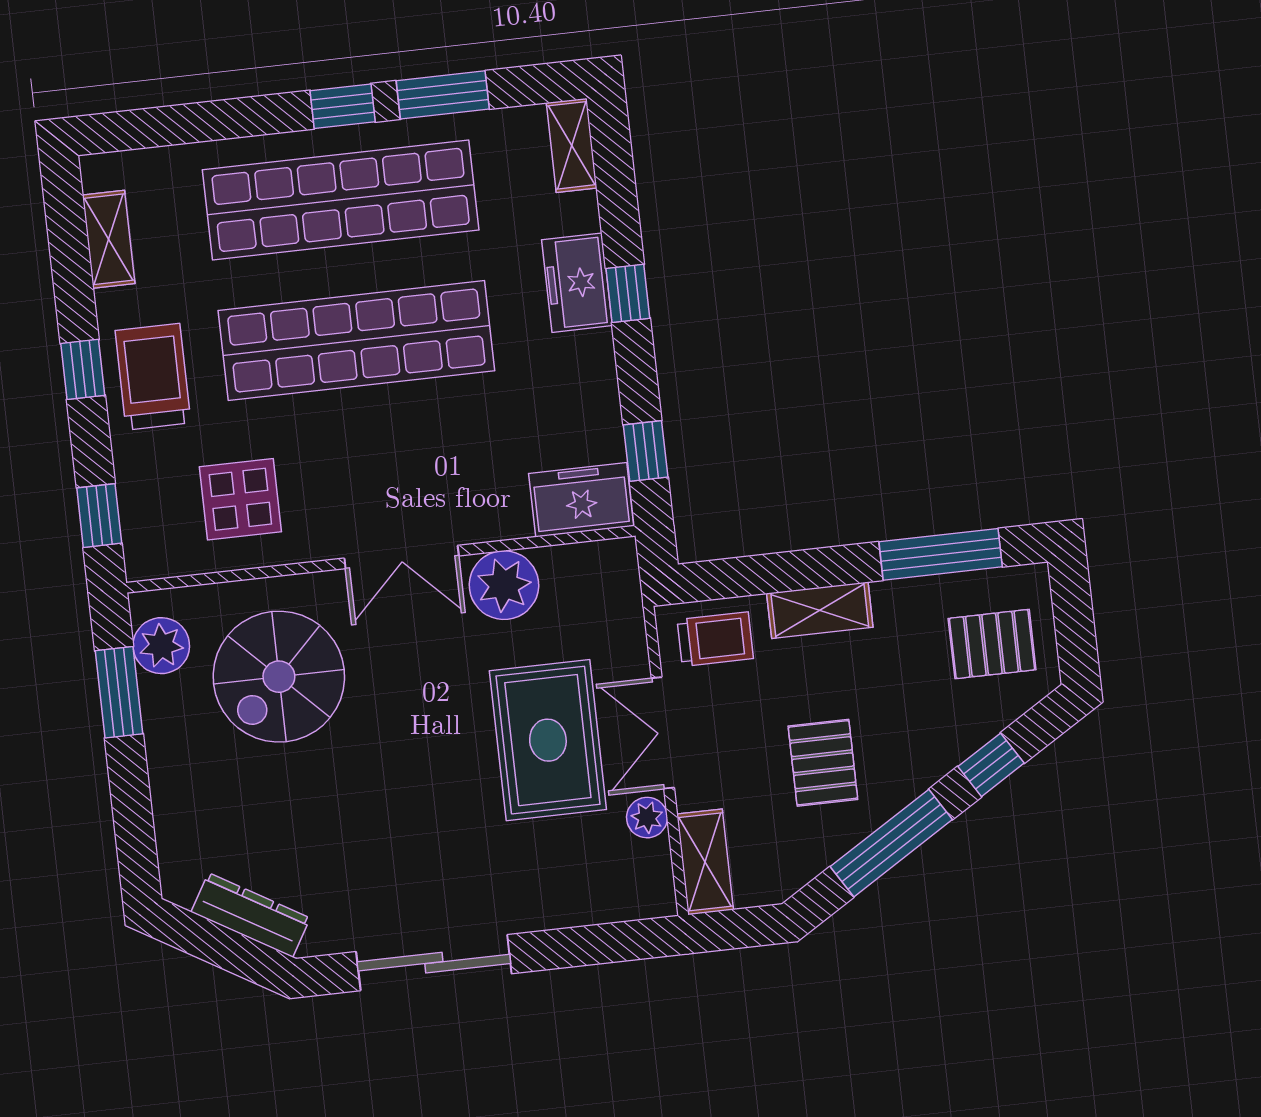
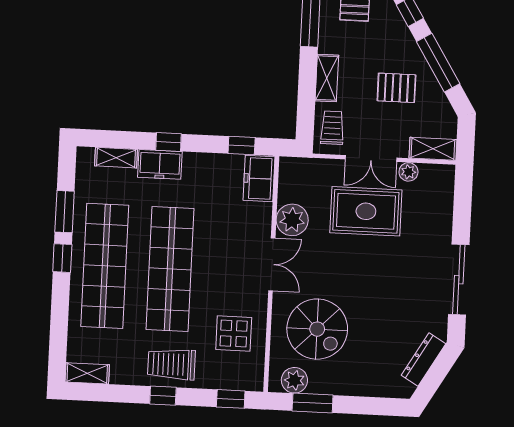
shelving: (572, 145) -> (116, 158), moved
shelving: (109, 239) -> (87, 373), moved

